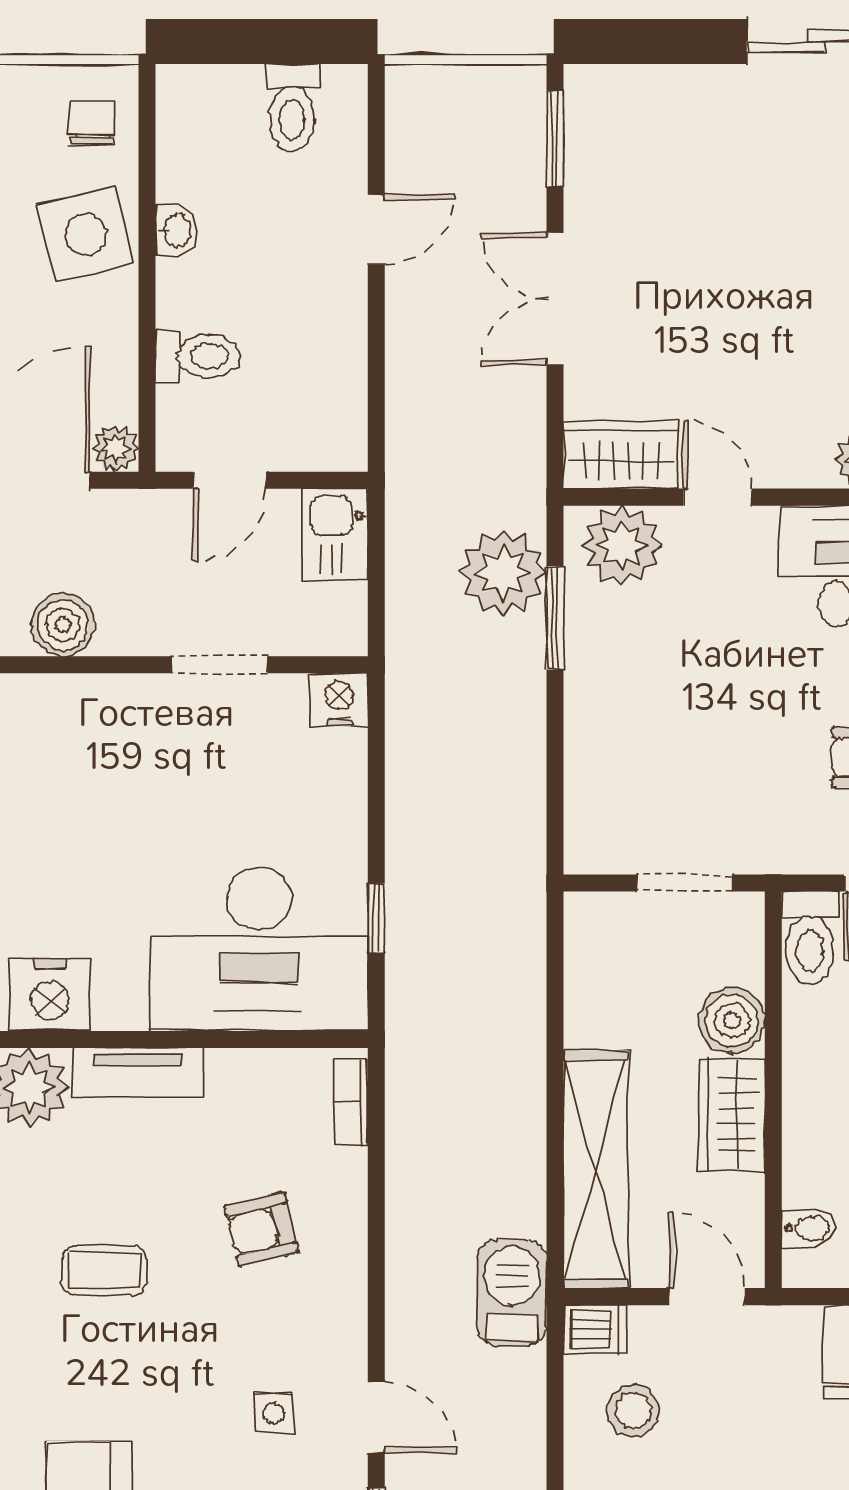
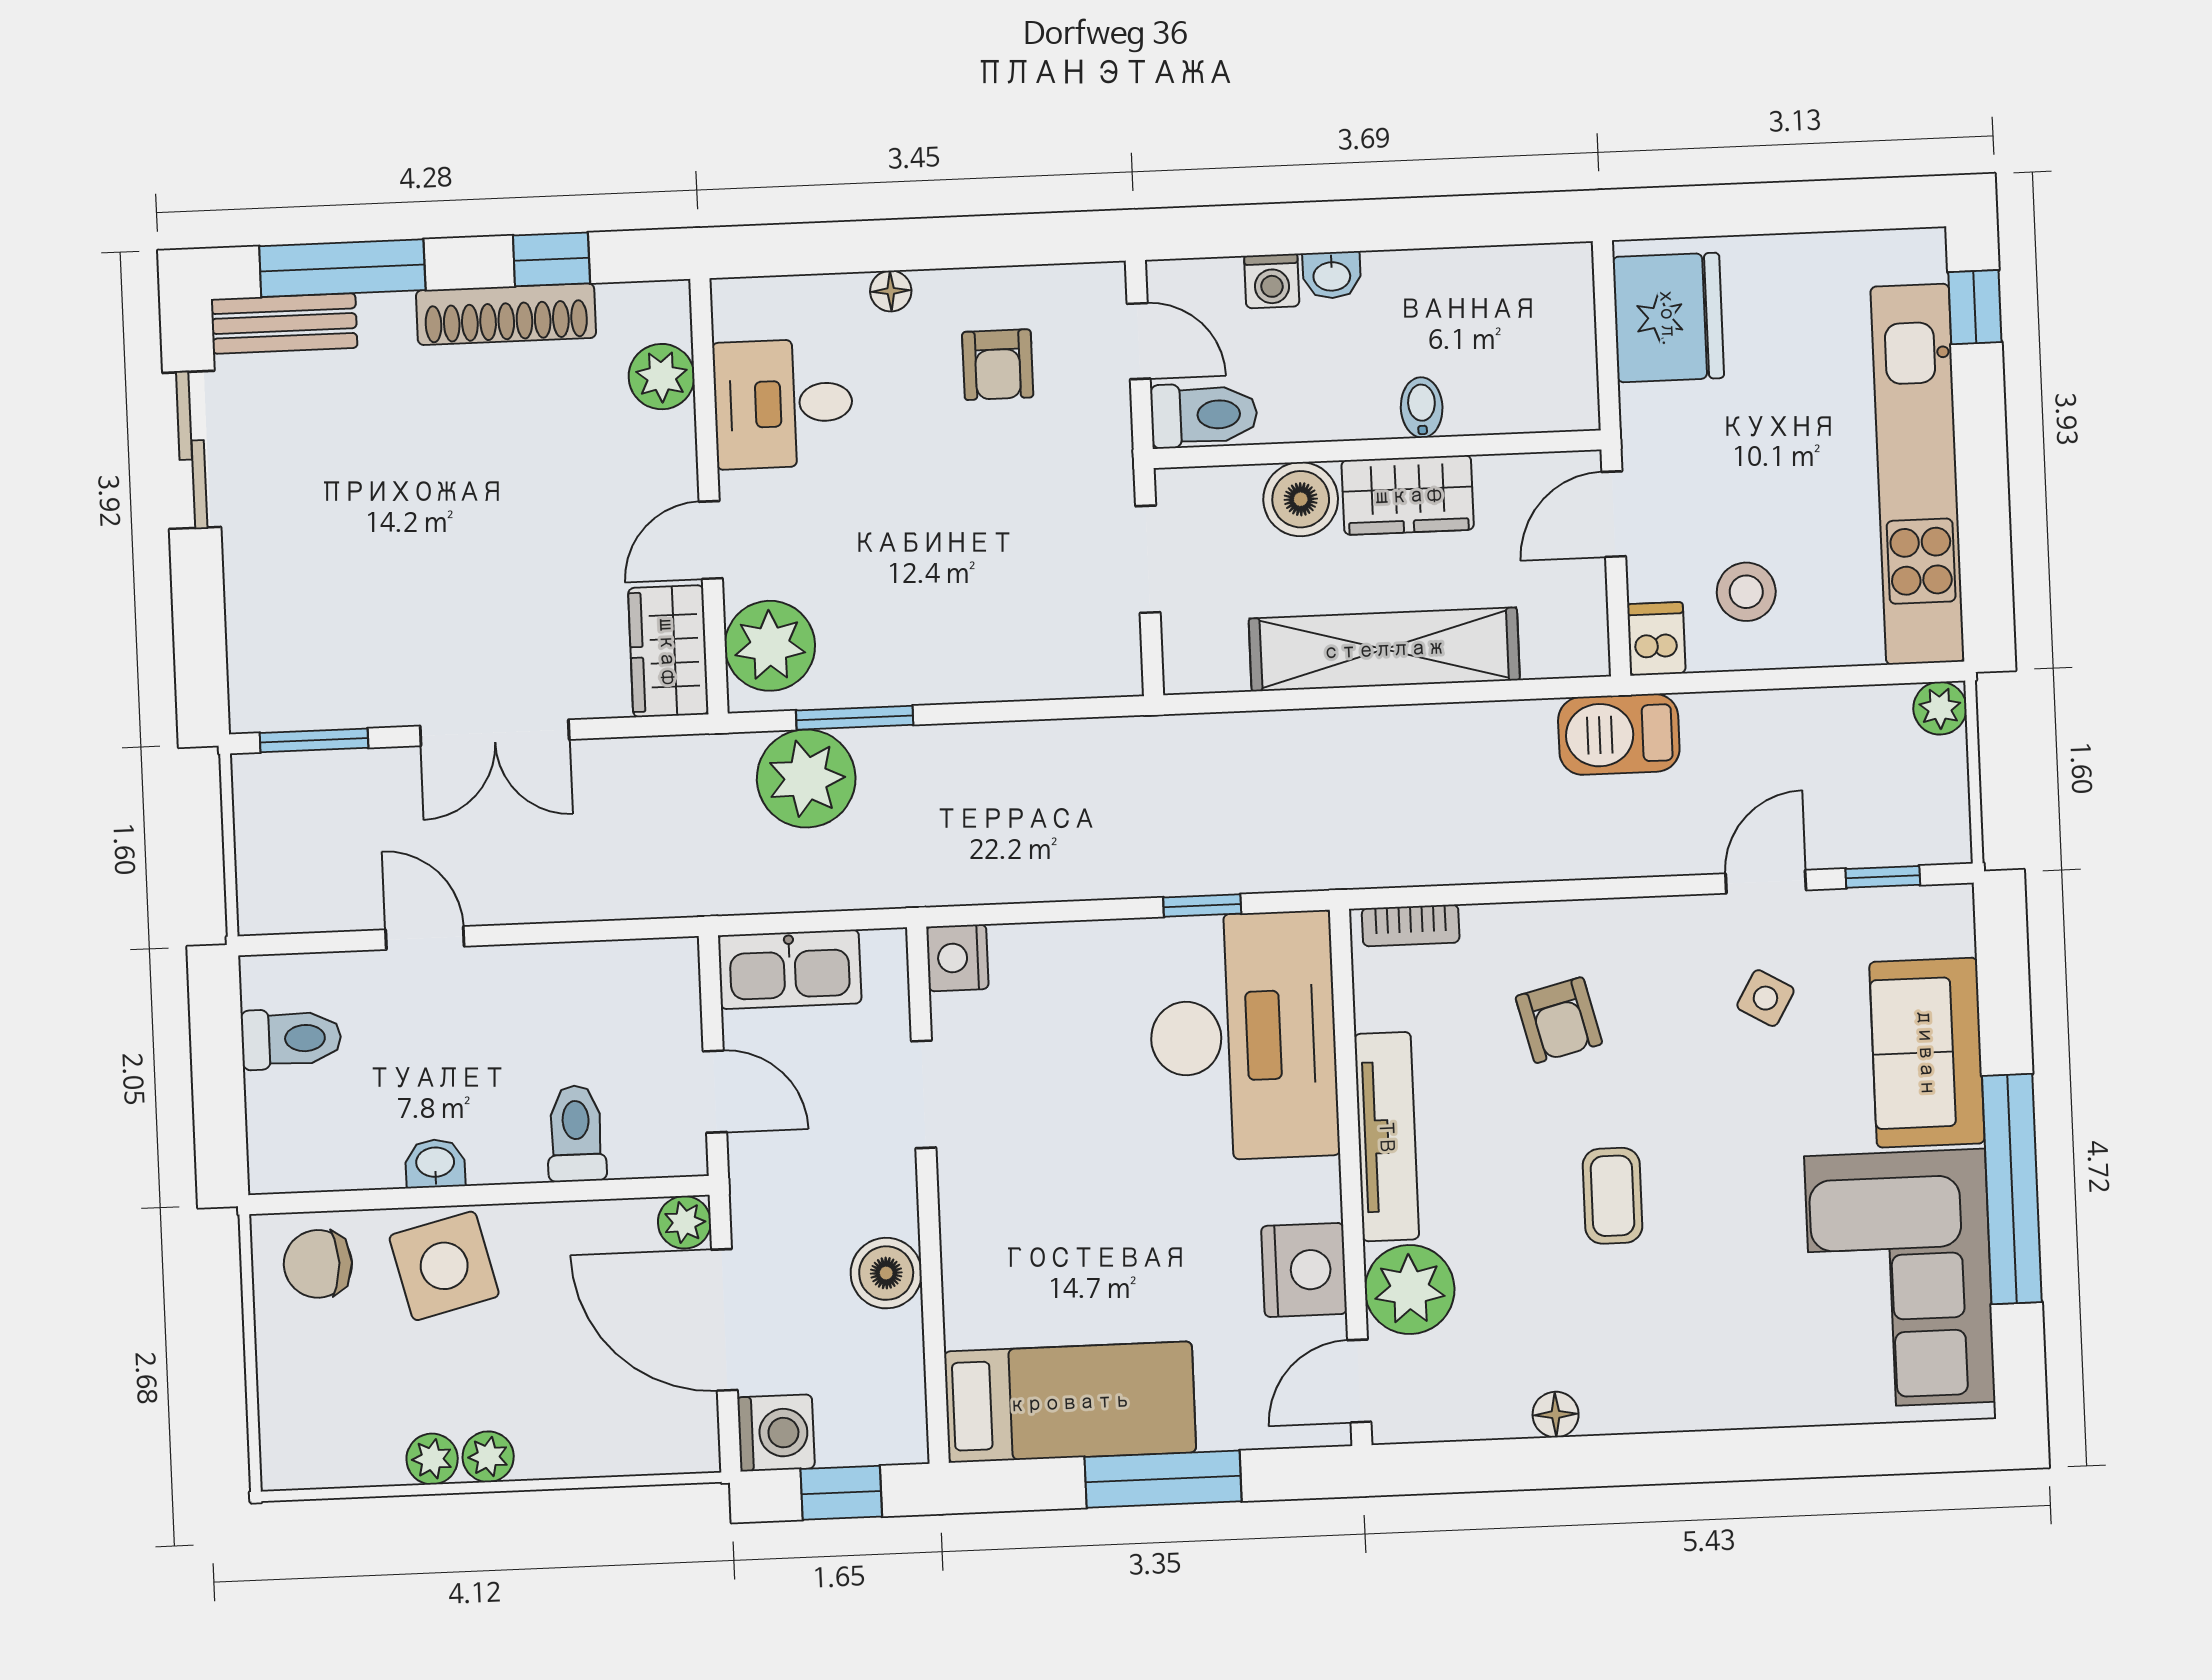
chair: (92, 123) -> (318, 1264), width x1.37, depth x1.37
kitchen sink: (335, 534) -> (790, 969), width x1.38
tv unit: (138, 1073) -> (1387, 1137), width x1.41
shelving: (596, 1169) -> (1384, 649), moved
bidet: (808, 1228) -> (1422, 407), moved
side table: (273, 1413) -> (1765, 998), turned 30

